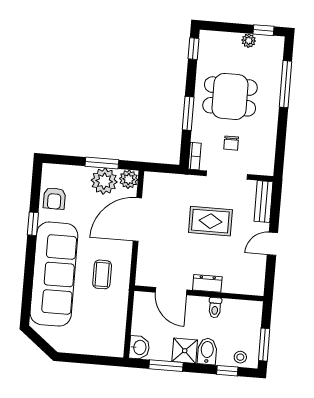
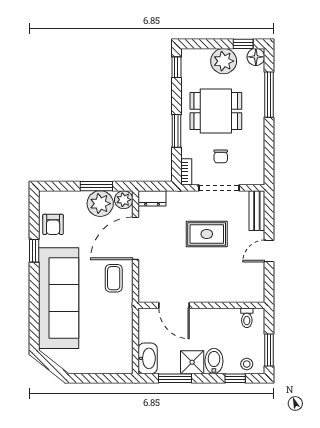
plant: (249, 41) -> (224, 61), width x1.88, depth x1.88
floor lamp: (275, 45) -> (256, 57), added
coffee table: (102, 274) -> (114, 278), moved
dresser: (207, 283) -> (152, 198), moved, turned 180
toilet: (215, 308) -> (247, 318), moved
washbasin: (139, 347) -> (148, 358), width x1.38

